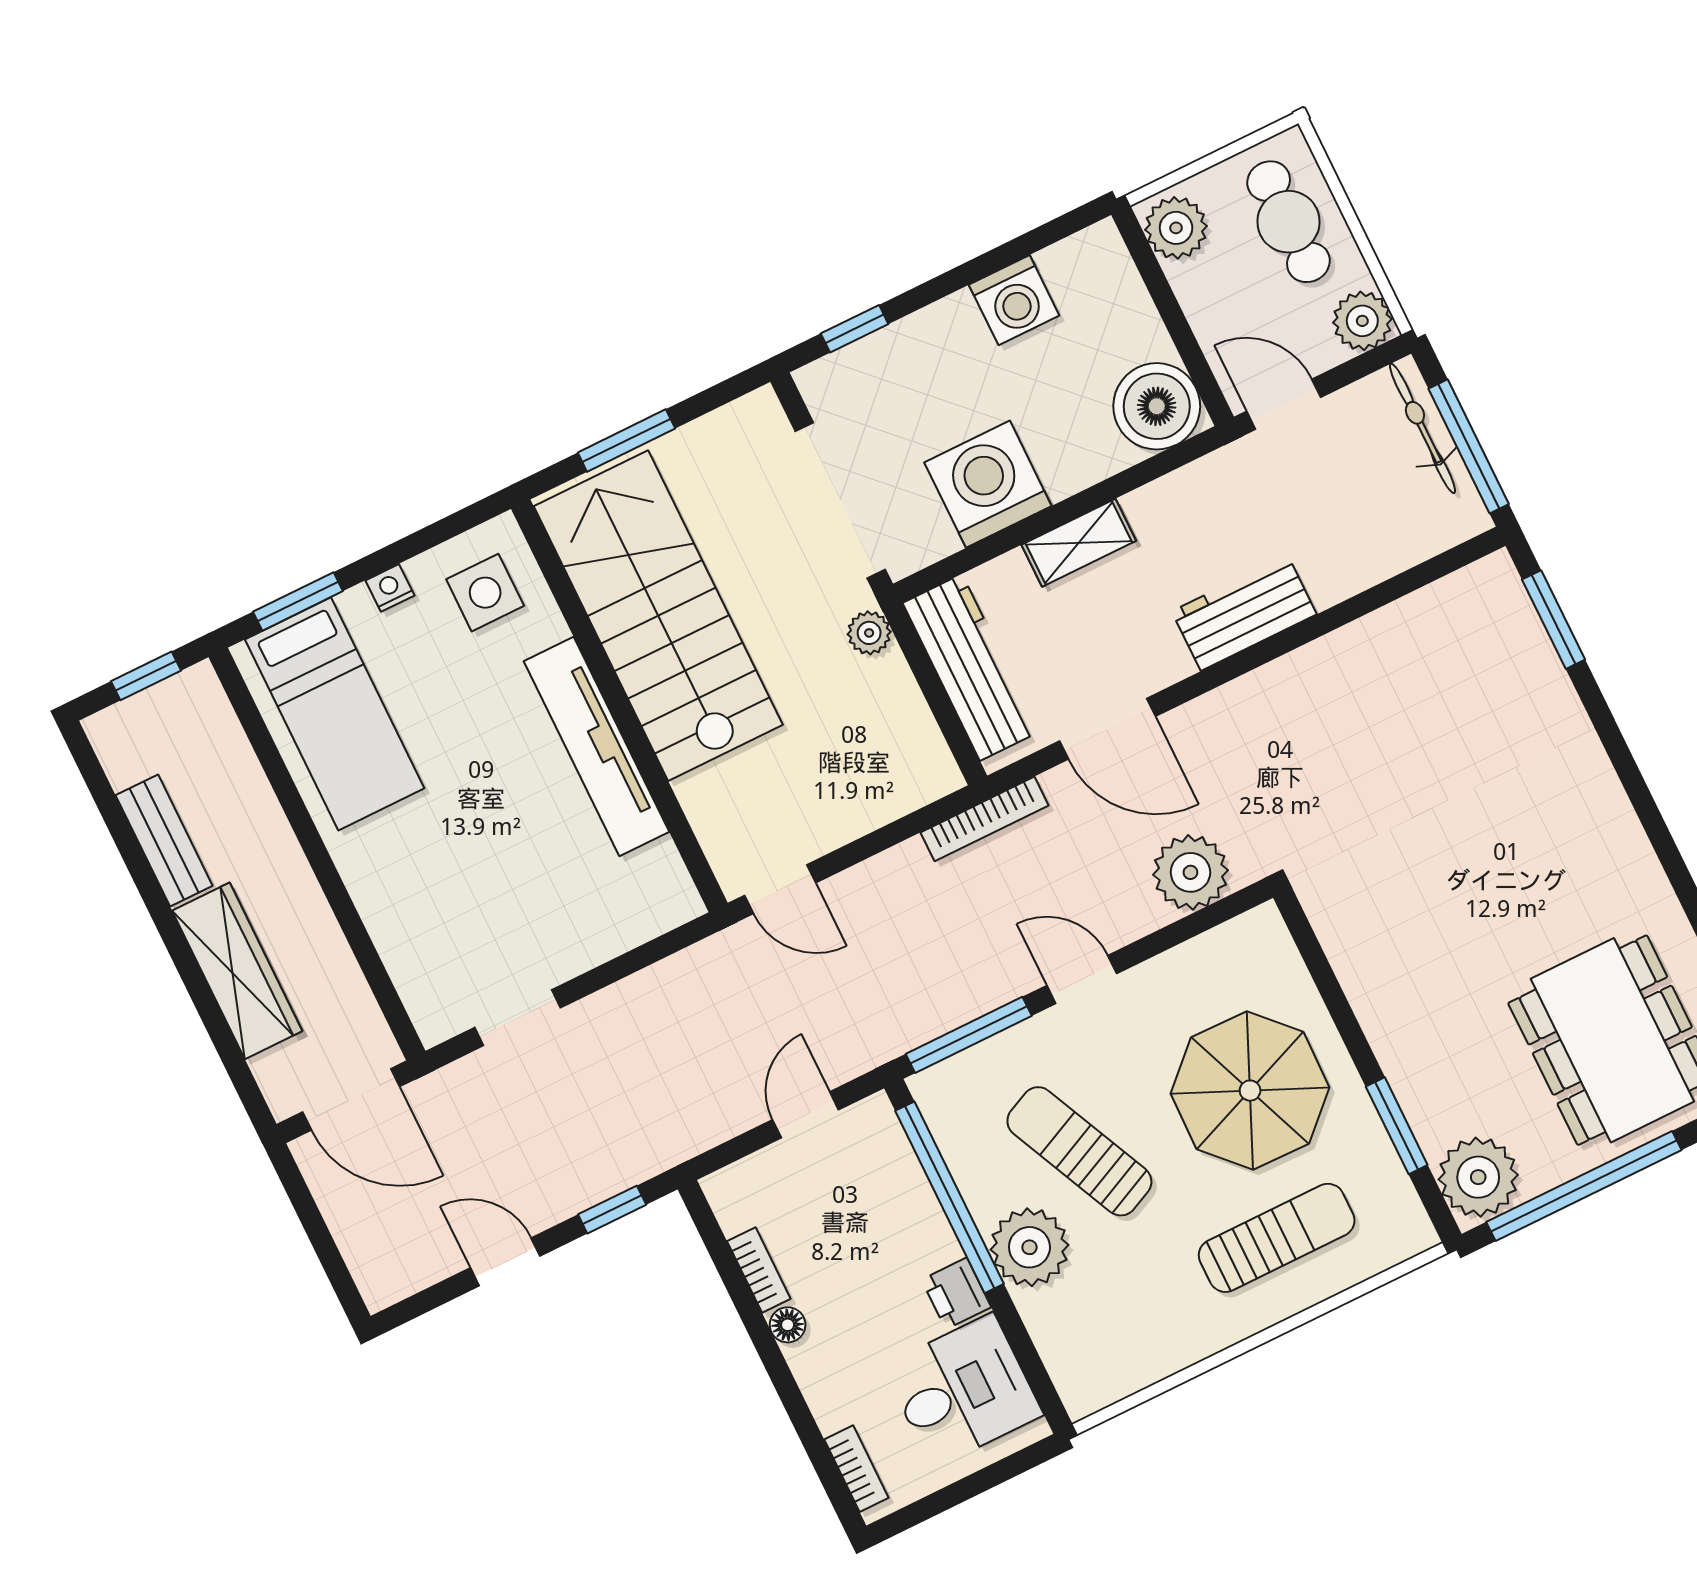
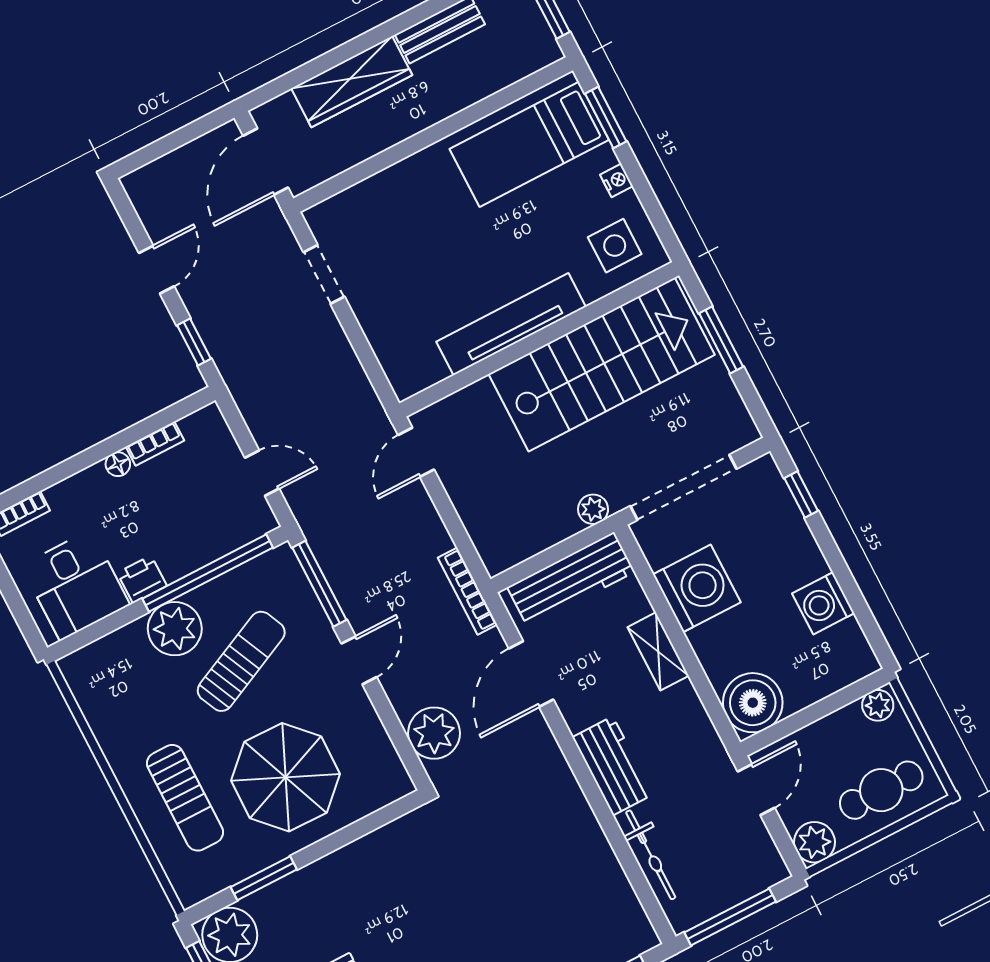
plant: (1176, 228) -> (878, 705), width x0.73, depth x0.73
bicycle: (1423, 428) -> (651, 855), moved, turned 90

